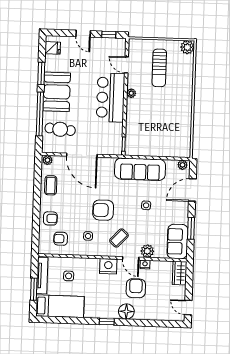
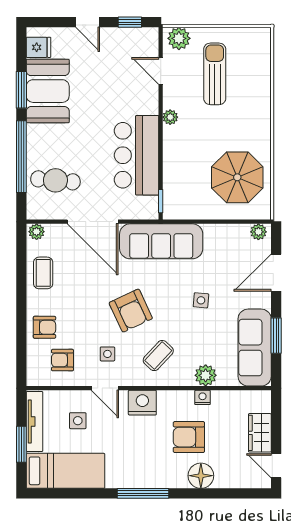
plant: (187, 47) -> (179, 38), moved
sun lounger: (159, 68) -> (215, 74), turned 180
booth: (57, 92) -> (48, 91), moved
bar counter: (111, 98) -> (137, 155), moved
parasol: (171, 131) -> (237, 177), added
sofa: (140, 169) -> (161, 241), moved
armchair: (103, 210) -> (131, 311), turned -115
sofa: (178, 241) -> (255, 348), width x1.36
door: (131, 258) -> (105, 388), moved
wardrobe: (180, 273) -> (260, 433), moved
armchair: (136, 288) -> (189, 437), turned -90
floor lamp: (126, 311) -> (201, 476), moved
window: (107, 322) -> (143, 493), width x2.17

